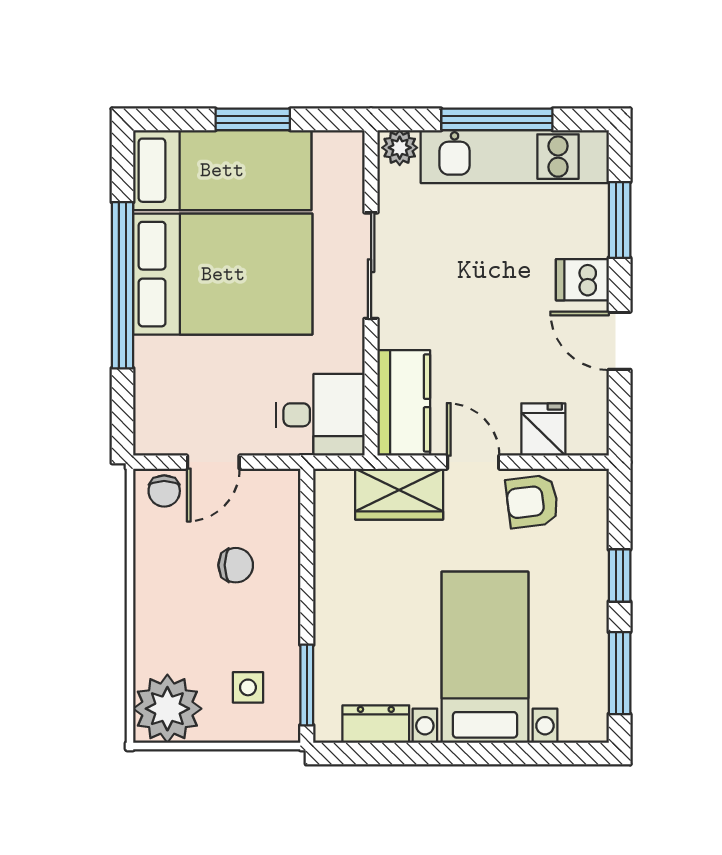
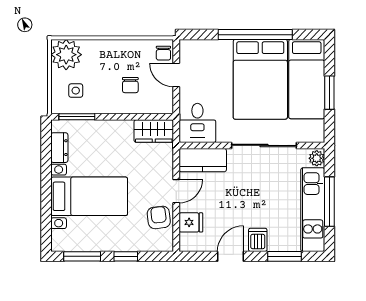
sliding door: (371, 266) -> (264, 145), width x1.37
chair: (164, 491) -> (163, 53), turned -90
wardrobe: (399, 494) -> (154, 131), moved, turned -90

